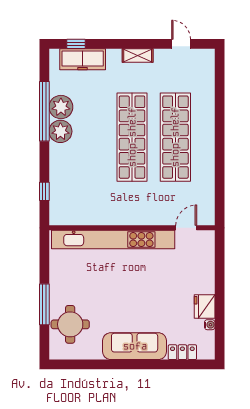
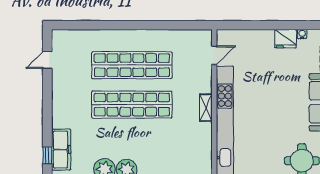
shelving: (138, 56) -> (206, 108), moved
door: (186, 228) -> (214, 55), swing flipped

